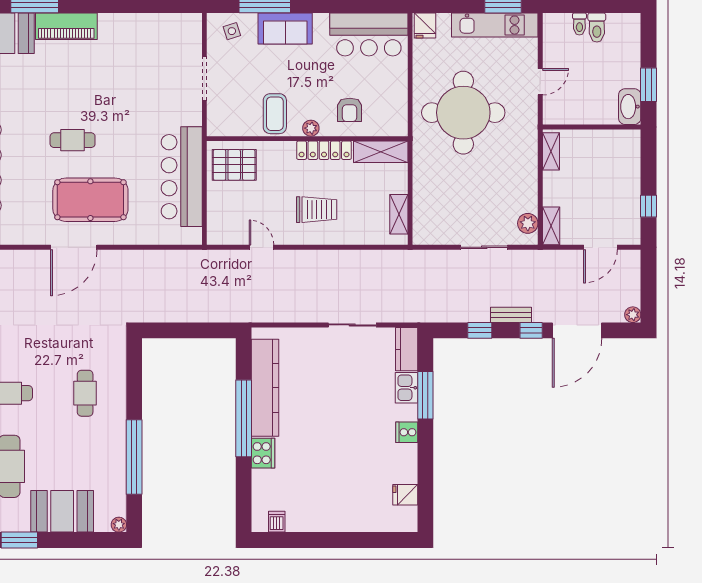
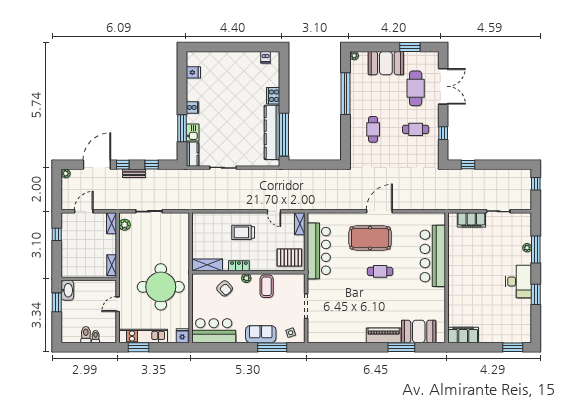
armchair: (350, 110) -> (225, 288), turned 137
locker: (324, 150) -> (239, 266), width x0.66
shelving: (399, 214) -> (300, 224), moved
window: (244, 418) -> (284, 135), moved

